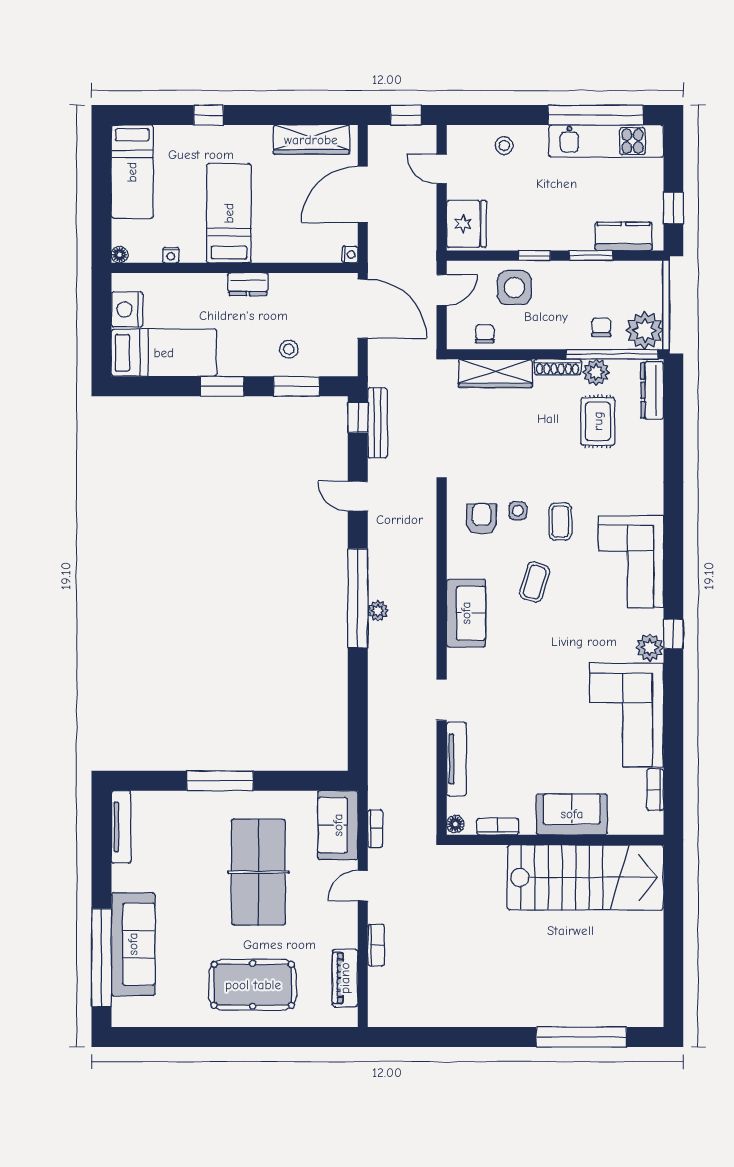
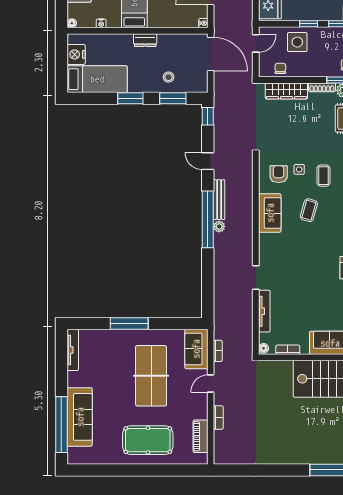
bench: (377, 423) -> (219, 200), moved
sofa: (466, 613) -> (270, 213), moved

